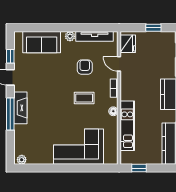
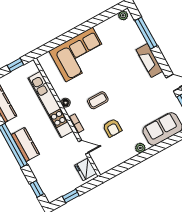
tv unit: (95, 36) -> (119, 160), removed
window: (10, 114) -> (146, 33), moved
kitchen unit: (127, 126) -> (51, 105), width x1.36

